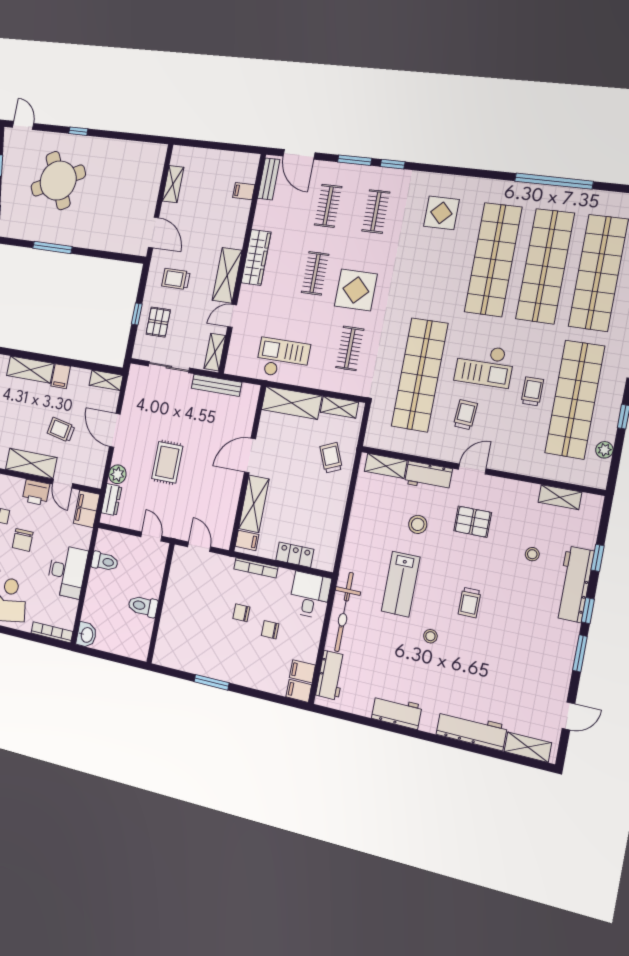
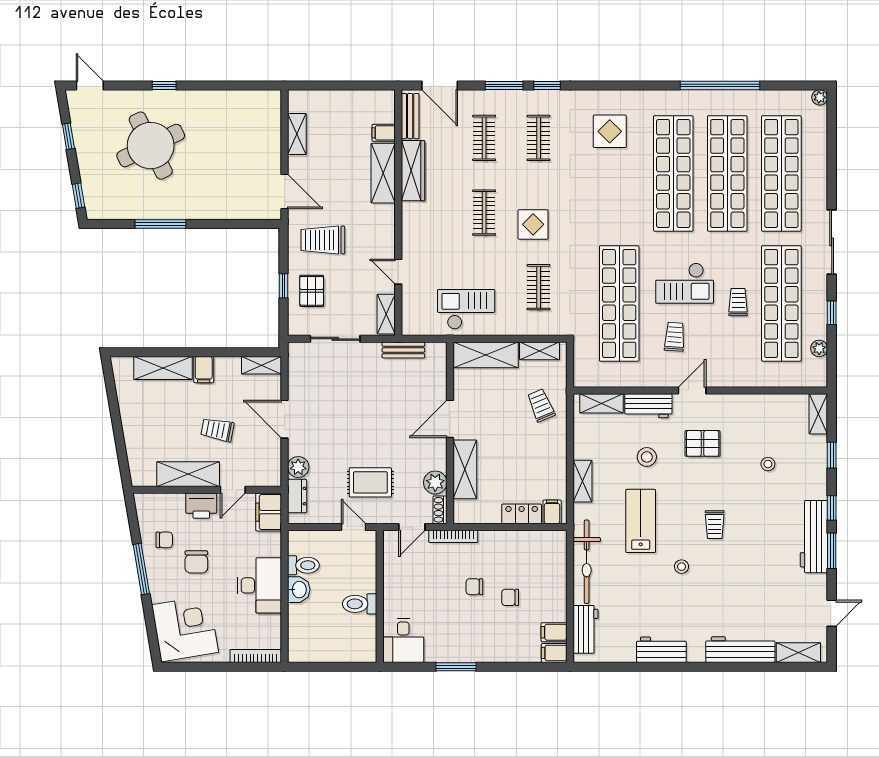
wardrobe: (256, 257) -> (413, 171), moved
shelving: (227, 275) -> (383, 173), moved
trolley: (176, 279) -> (323, 240), width x1.36, depth x1.39
display table: (356, 290) -> (533, 224), width x0.73, depth x0.73
door: (232, 316) -> (398, 272), hinge flipped
bench: (216, 385) -> (403, 350), width x0.73
rug: (167, 462) -> (370, 482), moved, turned 90
door: (63, 484) -> (233, 490), hinge flipped
shelving: (560, 497) -> (818, 414), moved, turned 90
plant: (226, 511) -> (435, 483), added
shelving: (355, 535) -> (583, 481), added
shoe rack: (226, 536) -> (440, 510), added
filing cabinet: (247, 540) -> (552, 512), moved, turned -90
door: (199, 547) -> (412, 527), swing flipped
bookcase: (256, 568) -> (453, 536), moved
lab bench: (401, 584) -> (641, 521), turned 180
workbench: (574, 584) -> (814, 537), moved
desk: (310, 595) -> (403, 640), moved, turned 180
washbasin: (86, 635) -> (299, 590), moved

